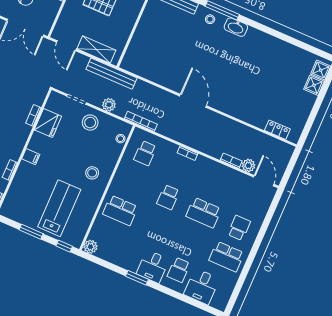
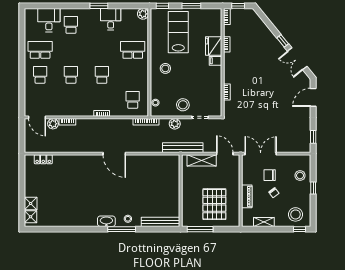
fridge: (48, 123) -> (214, 46), moved
lab bench: (59, 208) -> (178, 32), turned 180
school desk: (204, 213) -> (71, 75), width x0.54
school desk: (239, 228) -> (40, 75), turned 180
desk: (153, 267) -> (111, 19), moved

